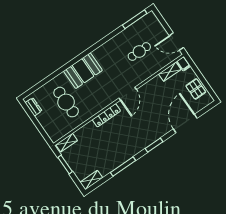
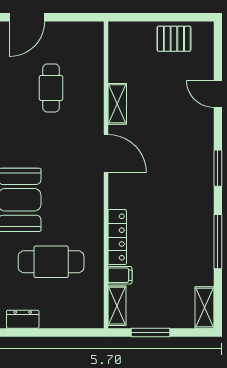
door: (176, 42) -> (27, 17), moved
filing cabinet: (184, 64) -> (120, 275), moved
shelving: (170, 72) -> (117, 104), moved
locker: (106, 115) -> (117, 237), moved
door: (185, 124) -> (218, 94), width x0.53

